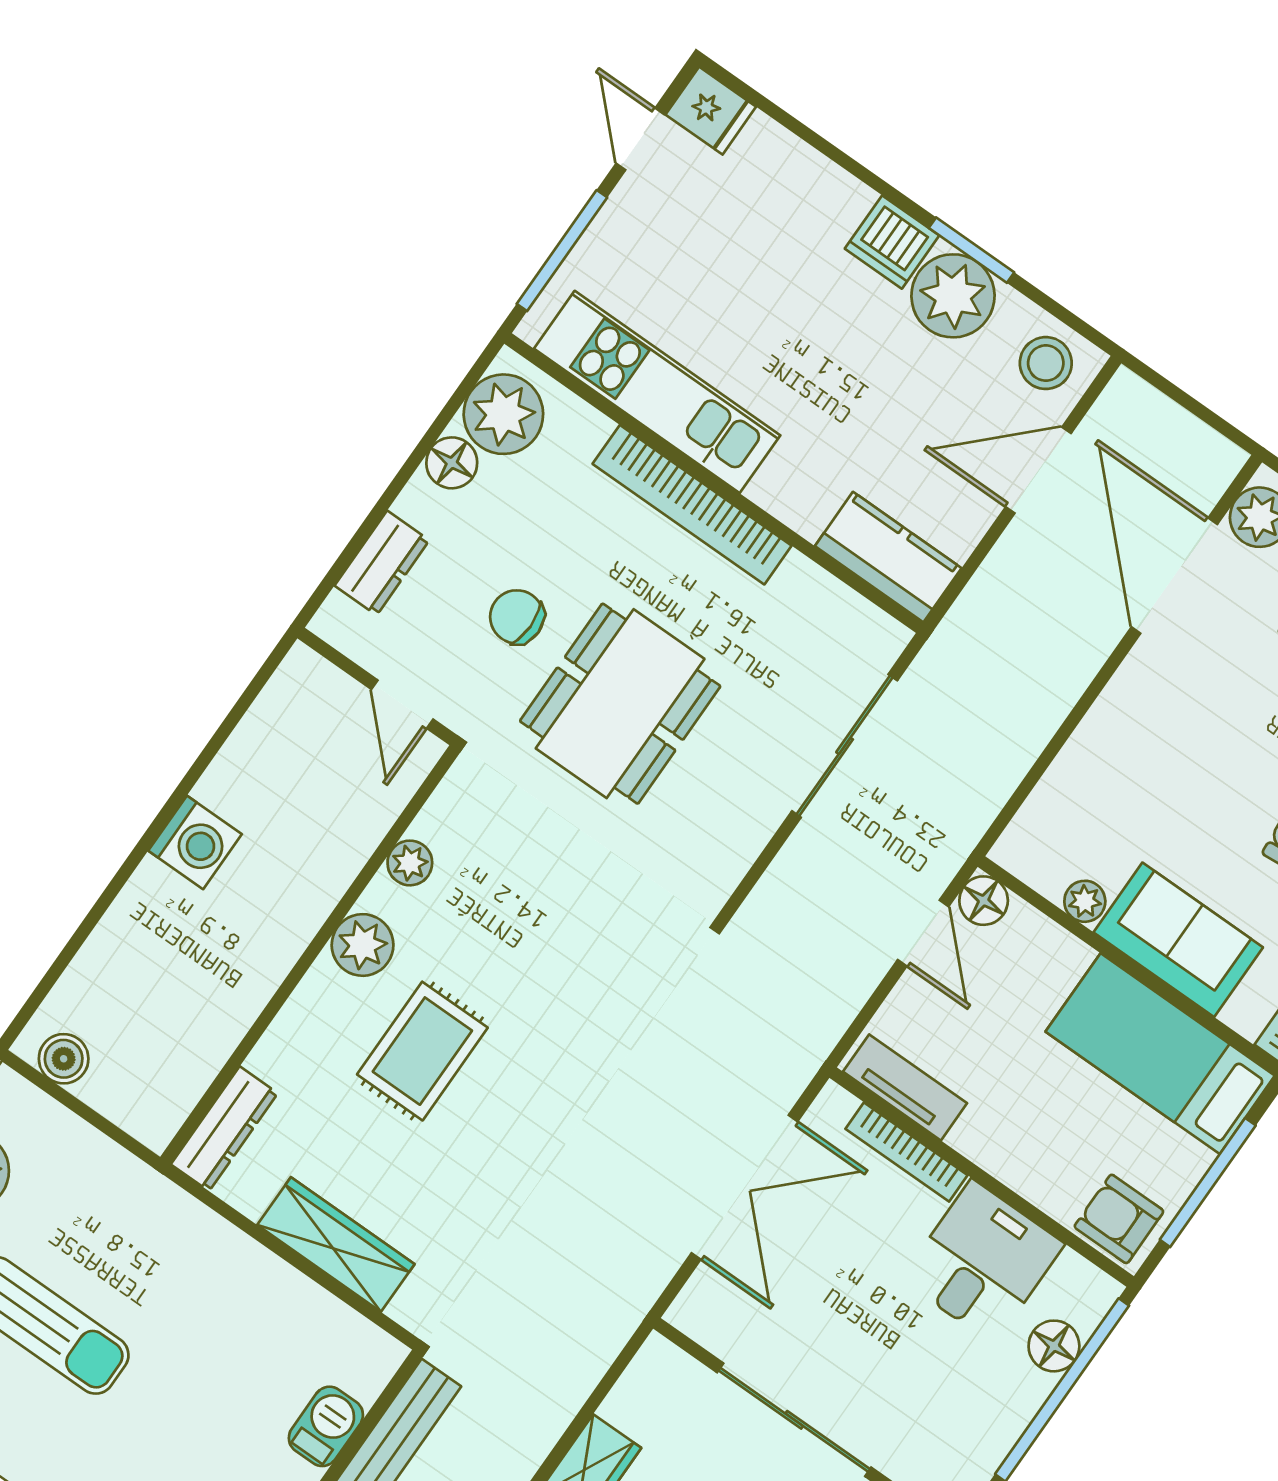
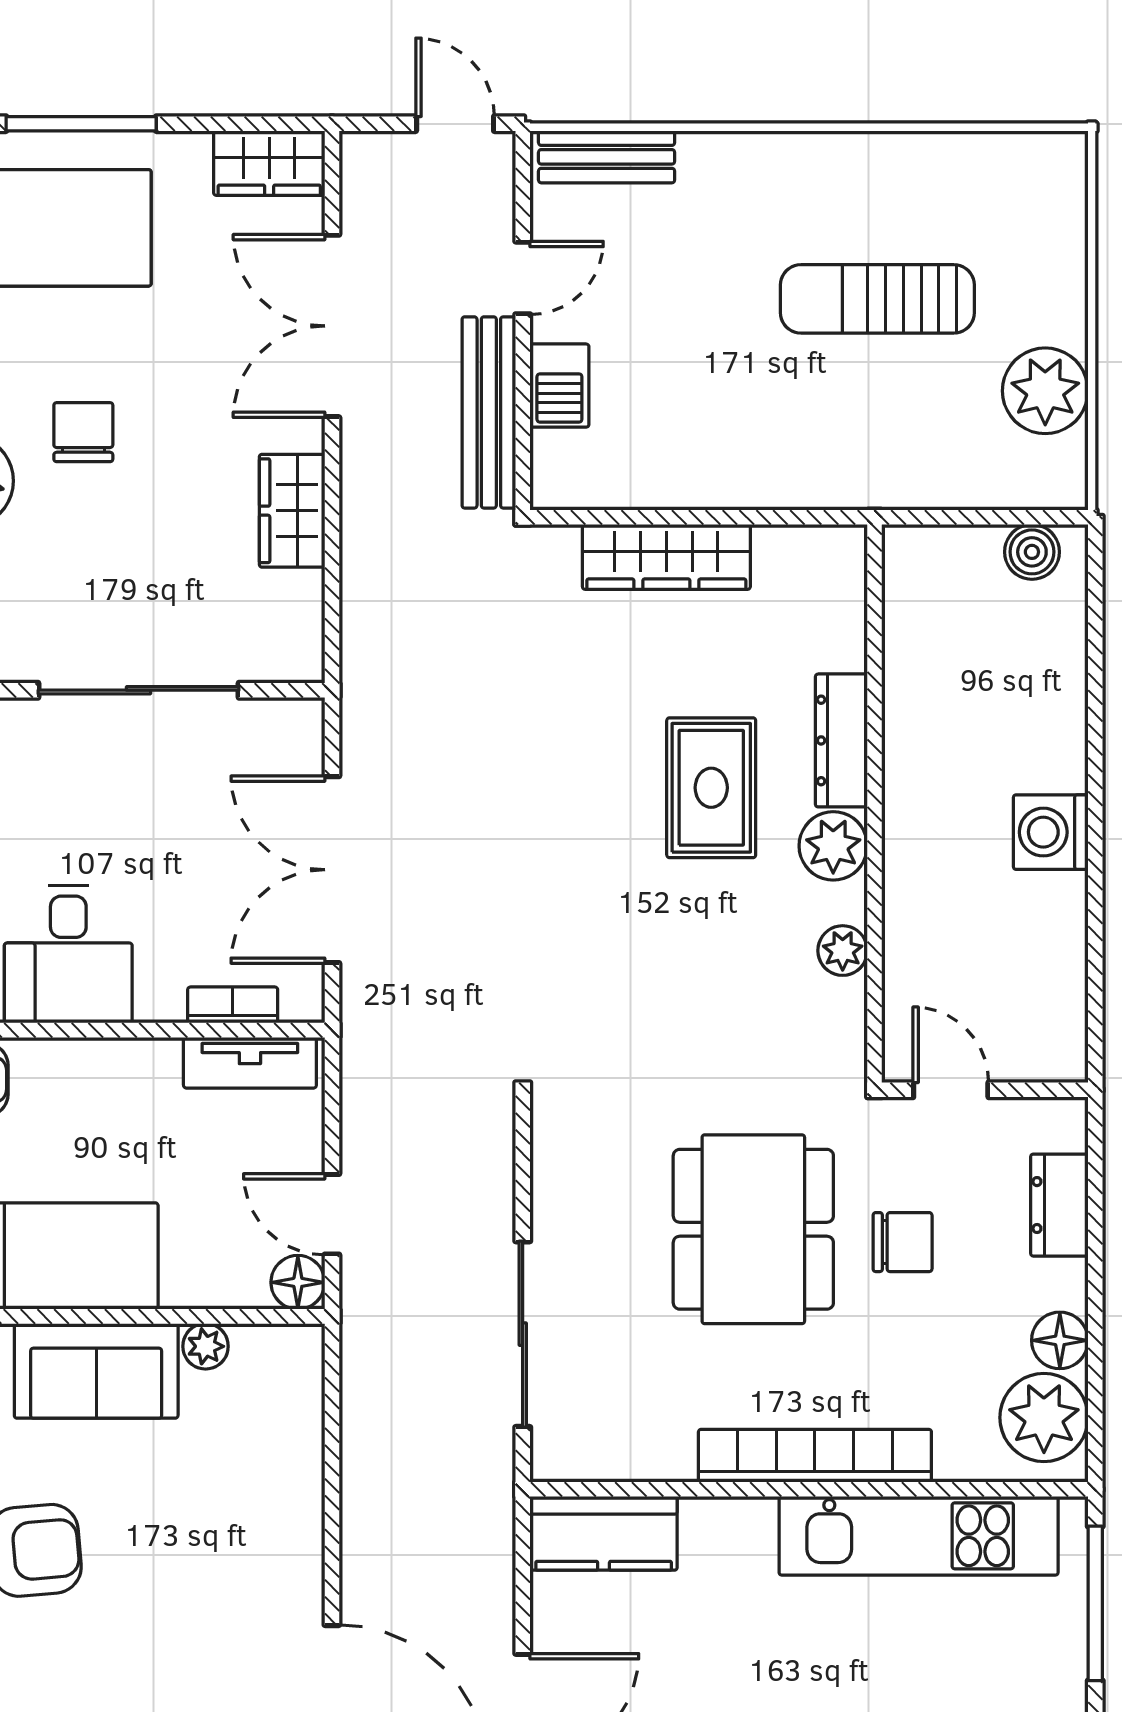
dresser: (224, 1129) -> (841, 740), moved
bookcase: (907, 1152) -> (233, 1005), width x0.64

